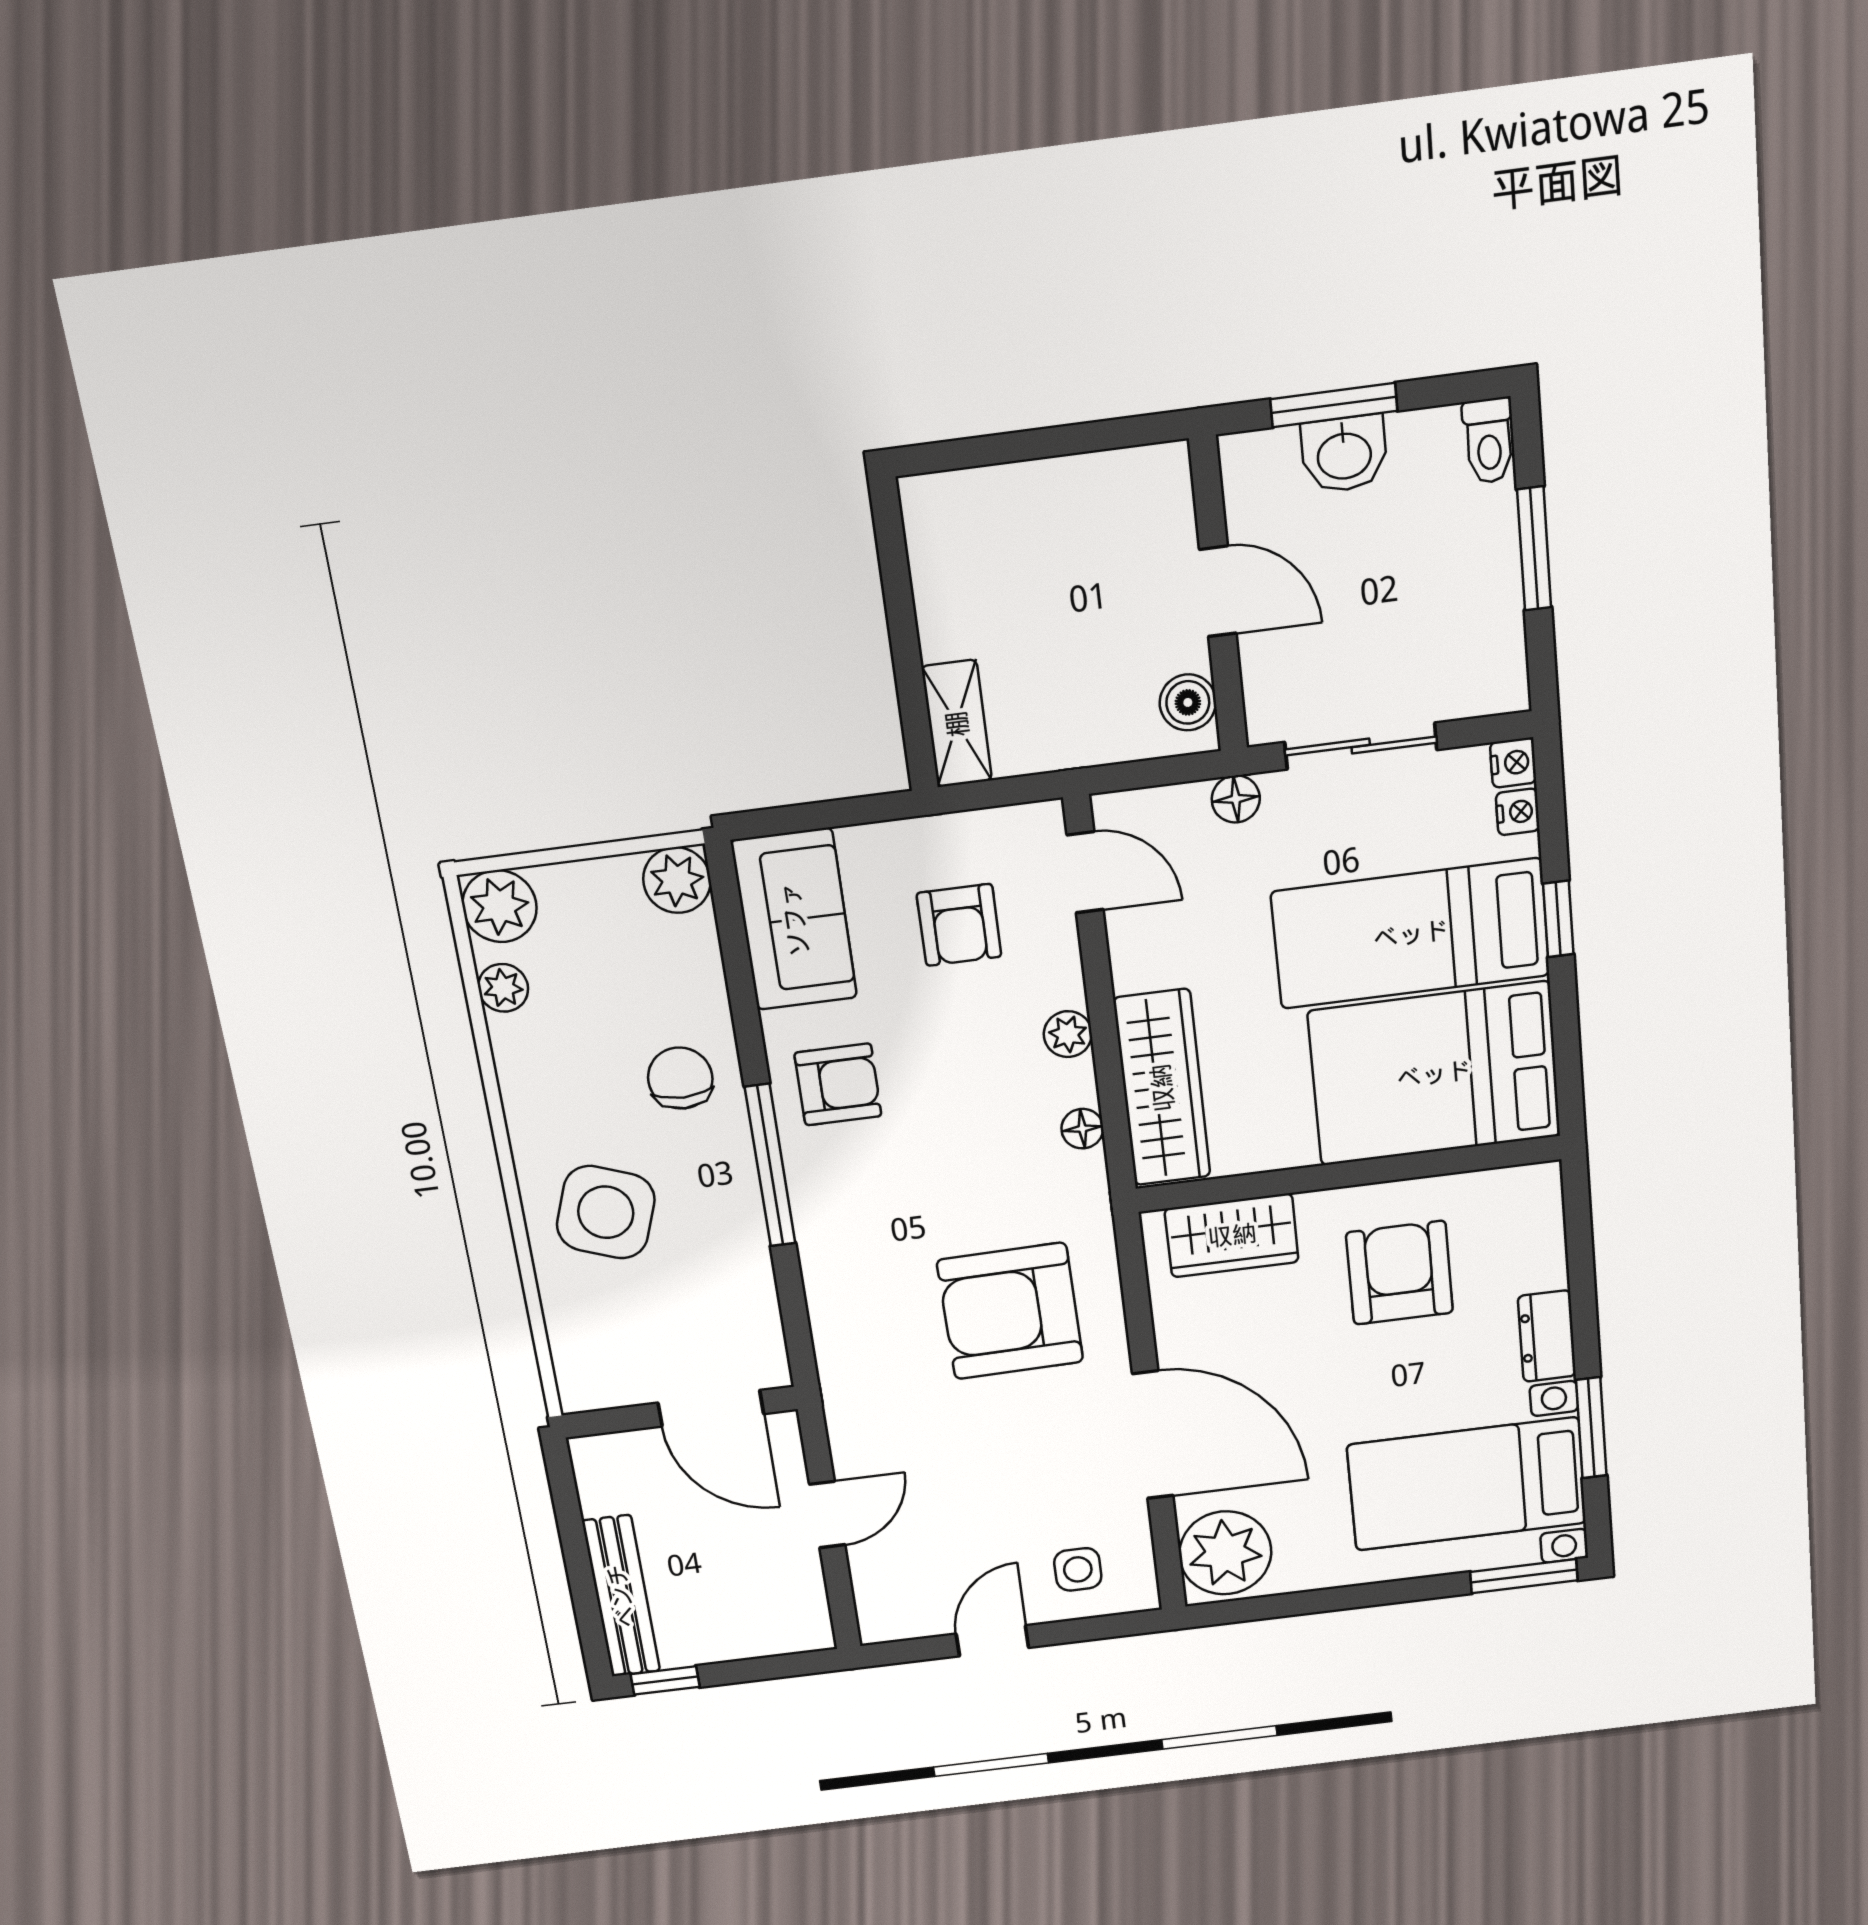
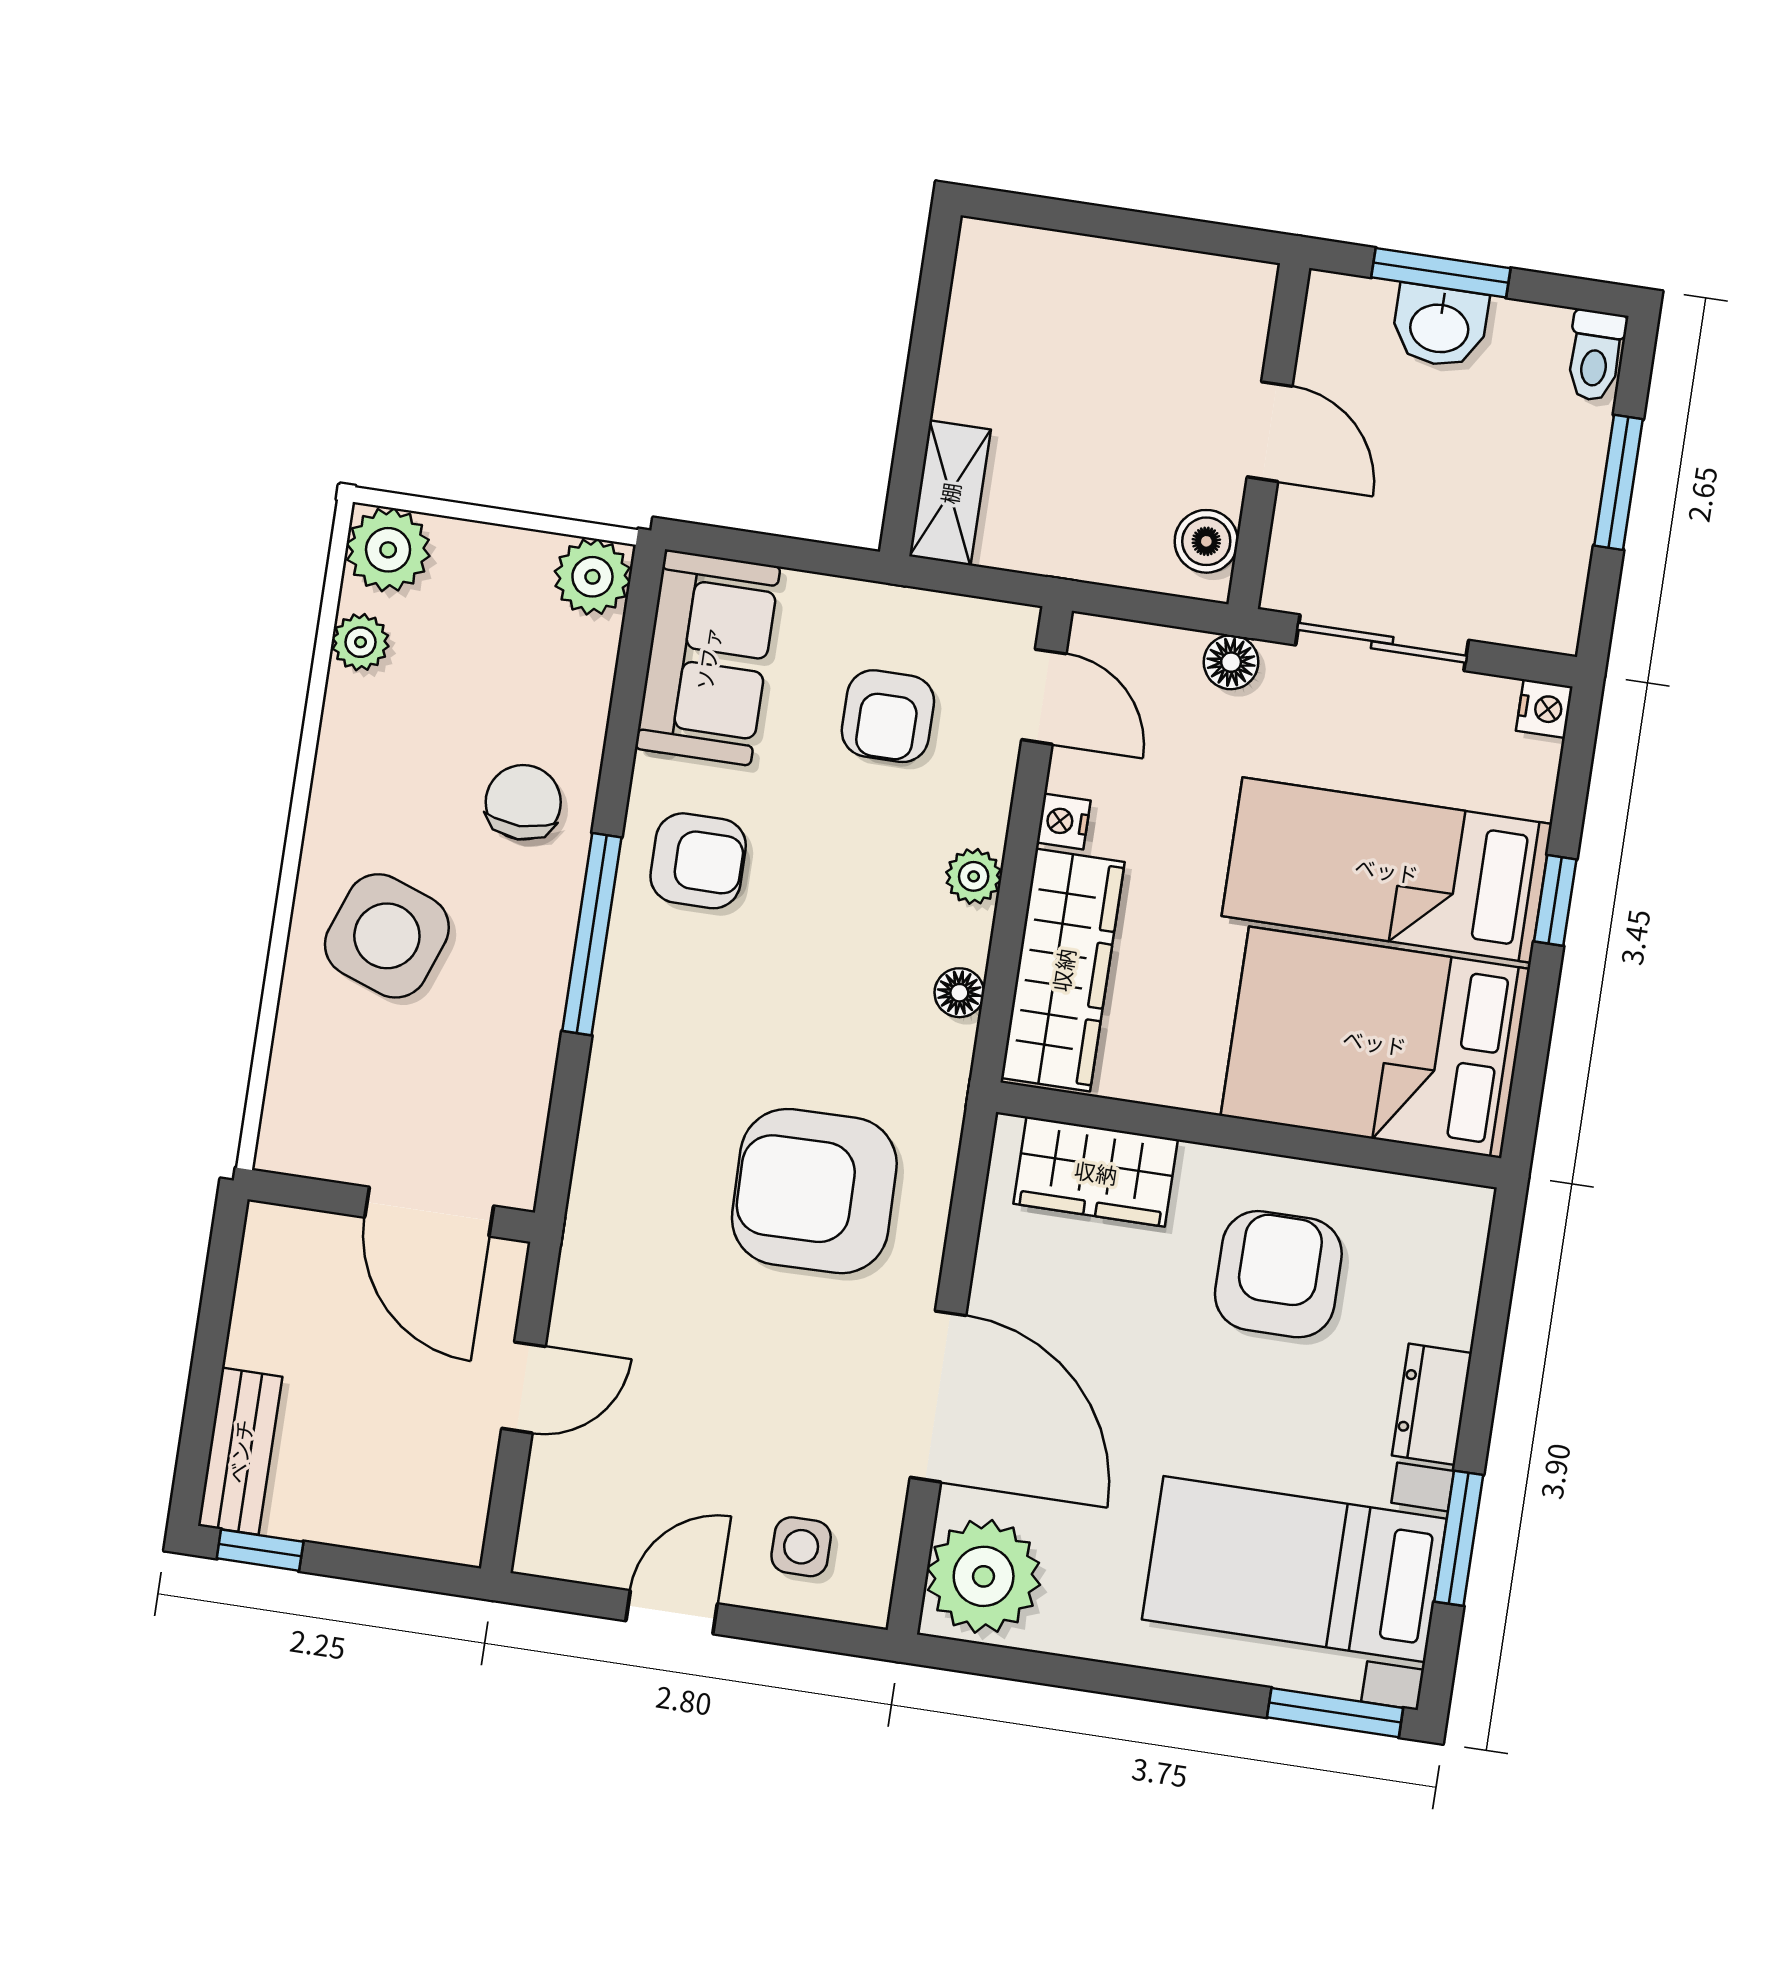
nightstand: (1518, 812) -> (1064, 821), moved, turned 180
bench: (621, 1596) -> (240, 1451), width x0.73

